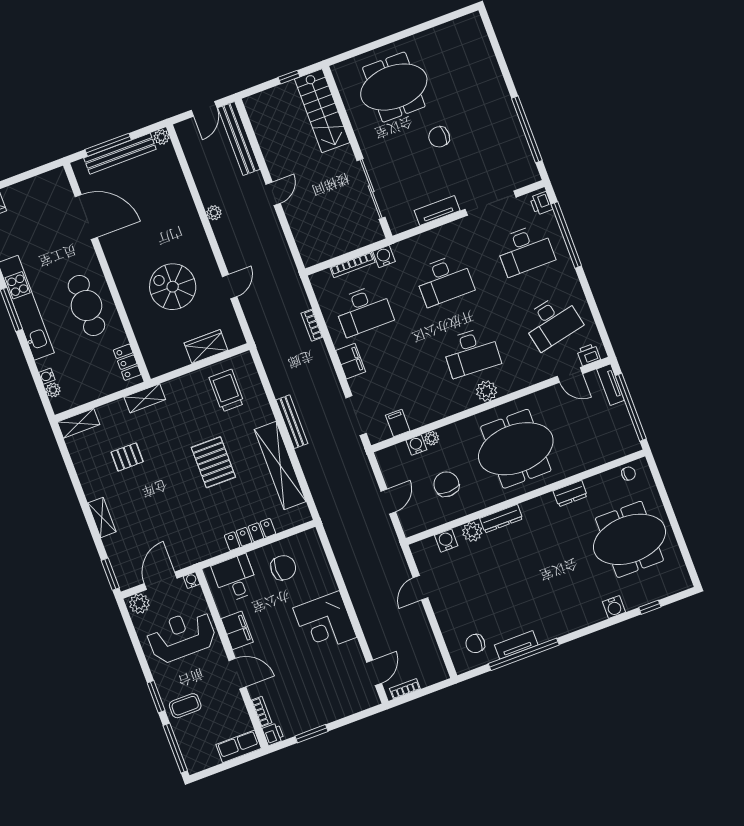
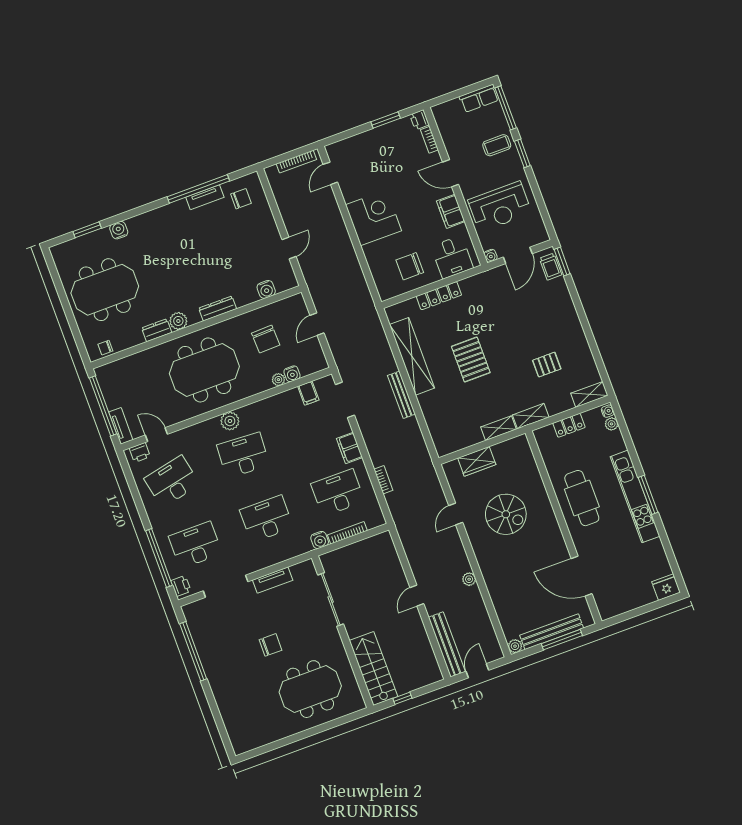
locker: (127, 362) -> (569, 425), moved, turned 90
water cooler: (47, 376) -> (608, 411), moved
trolley: (227, 391) -> (551, 267), moved, width x0.73, depth x0.72
shelving: (102, 517) -> (499, 428), moved, turned 90
plant: (472, 532) -> (178, 321), moved
plant: (139, 604) -> (537, 235), removed
window: (650, 607) -> (87, 230), width x1.50
bookcase: (405, 689) -> (296, 162), width x1.56
row of seats: (239, 746) -> (479, 98), moved

